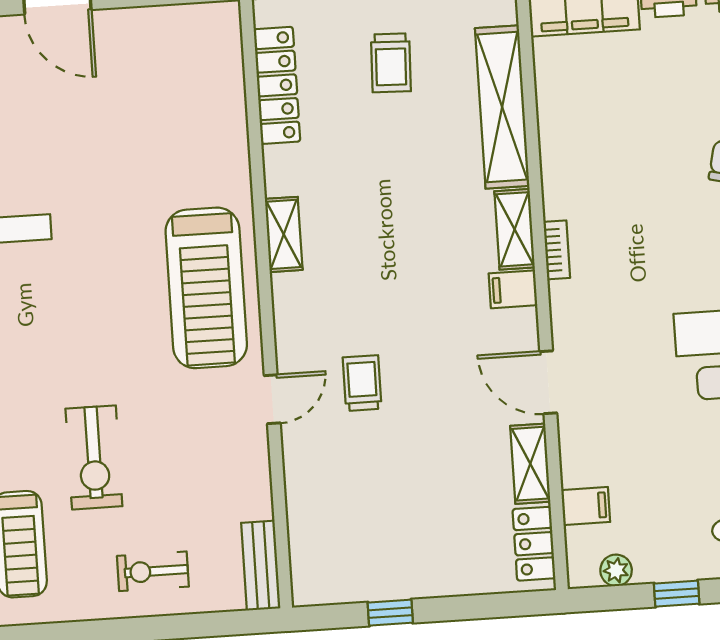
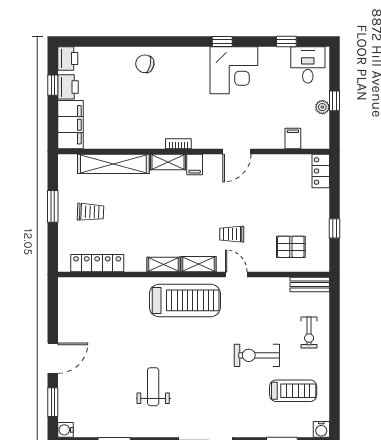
exercise bike: (94, 457) -> (257, 355), turned 180
shelving: (530, 464) -> (198, 264), moved
pallet: (342, 518) -> (291, 247), added
locker: (534, 544) -> (321, 171), moved, turned 90
plant: (616, 570) -> (322, 107), moved

